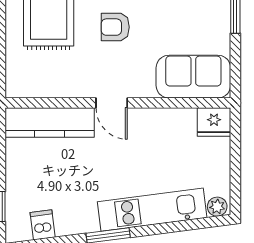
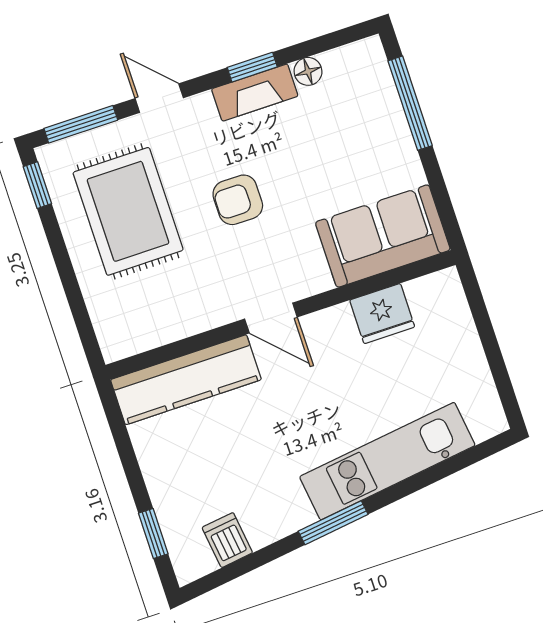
fridge: (214, 122) -> (382, 314), moved
plant: (217, 207) -> (486, 423), removed

